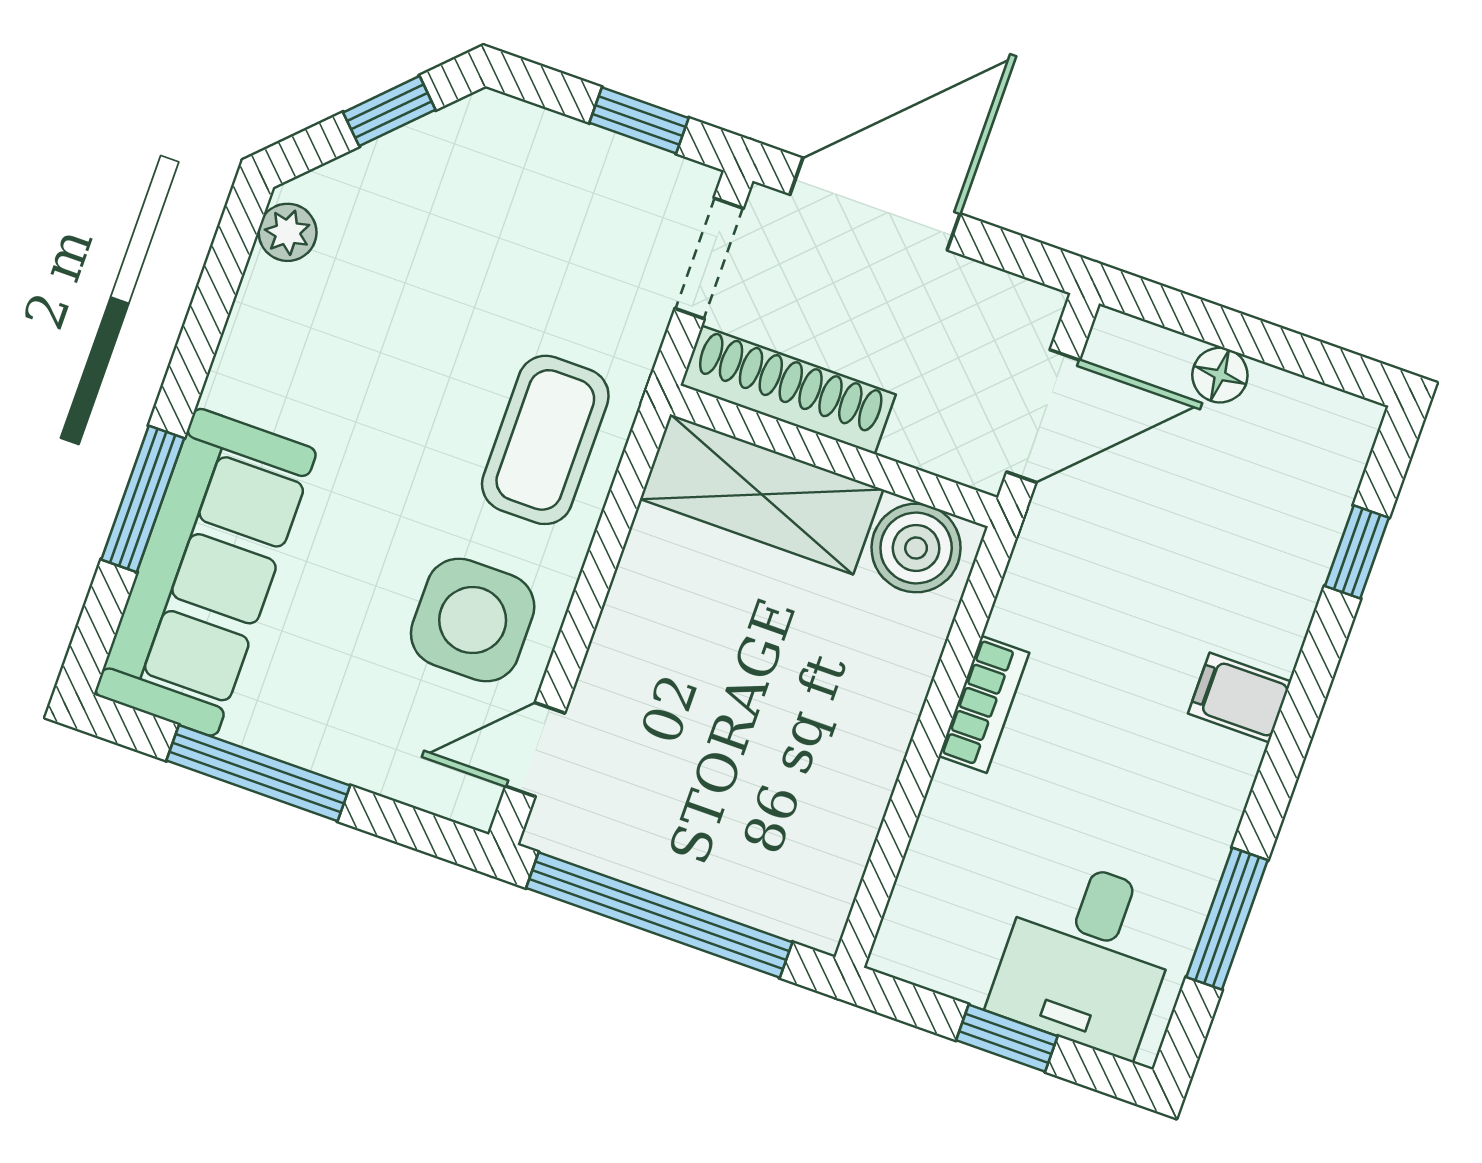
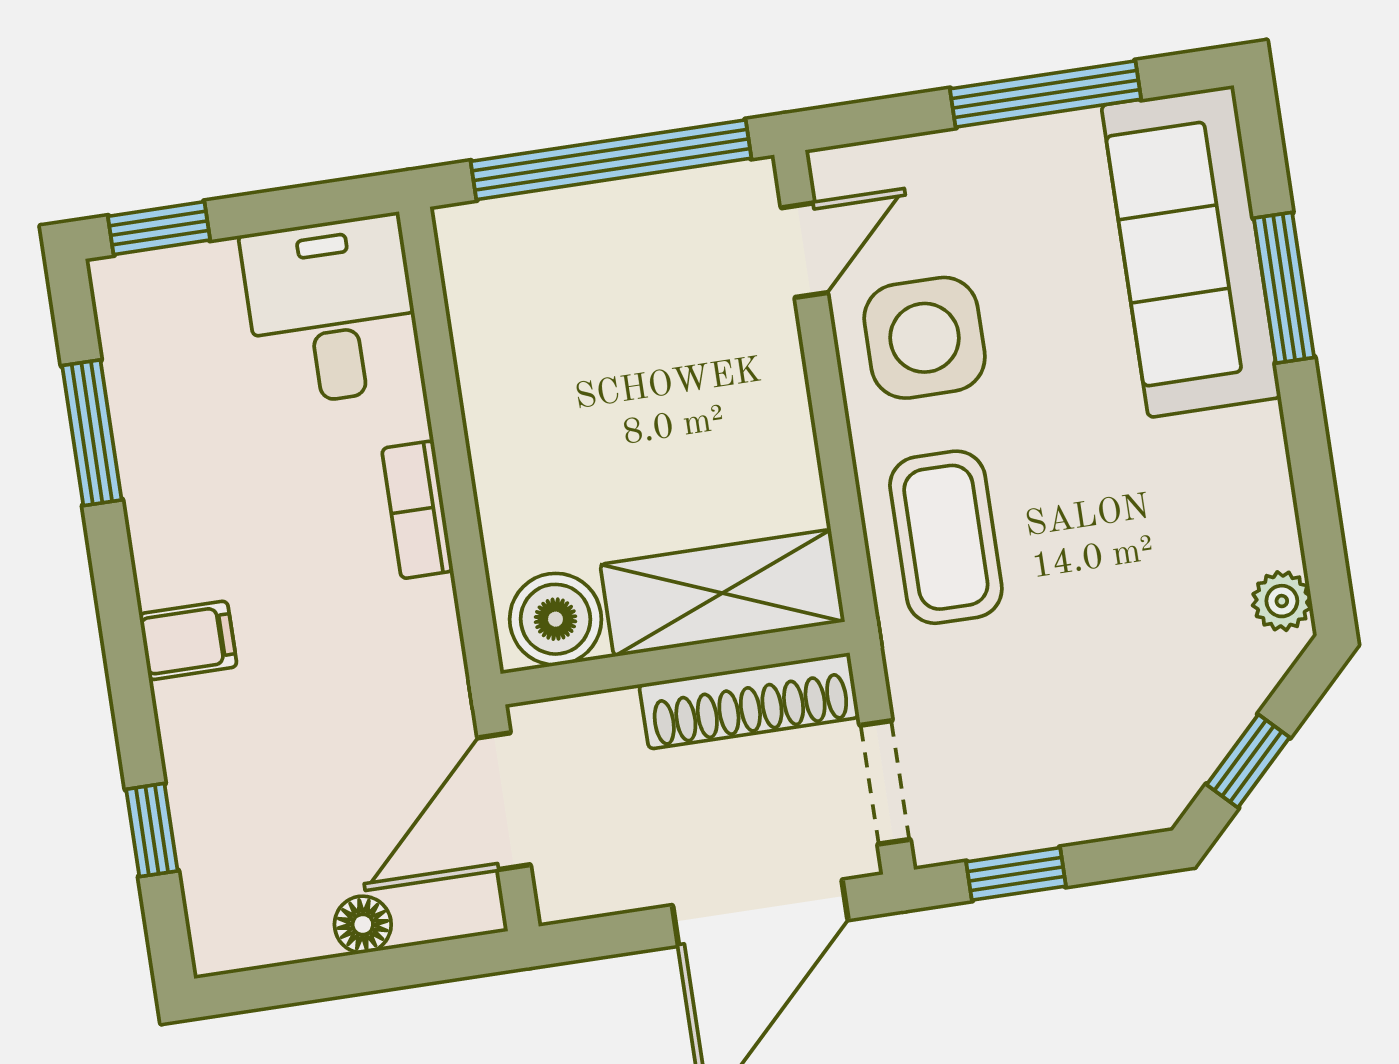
desk: (1087, 956) -> (332, 311), moved
window: (1007, 1038) -> (159, 228), moved

